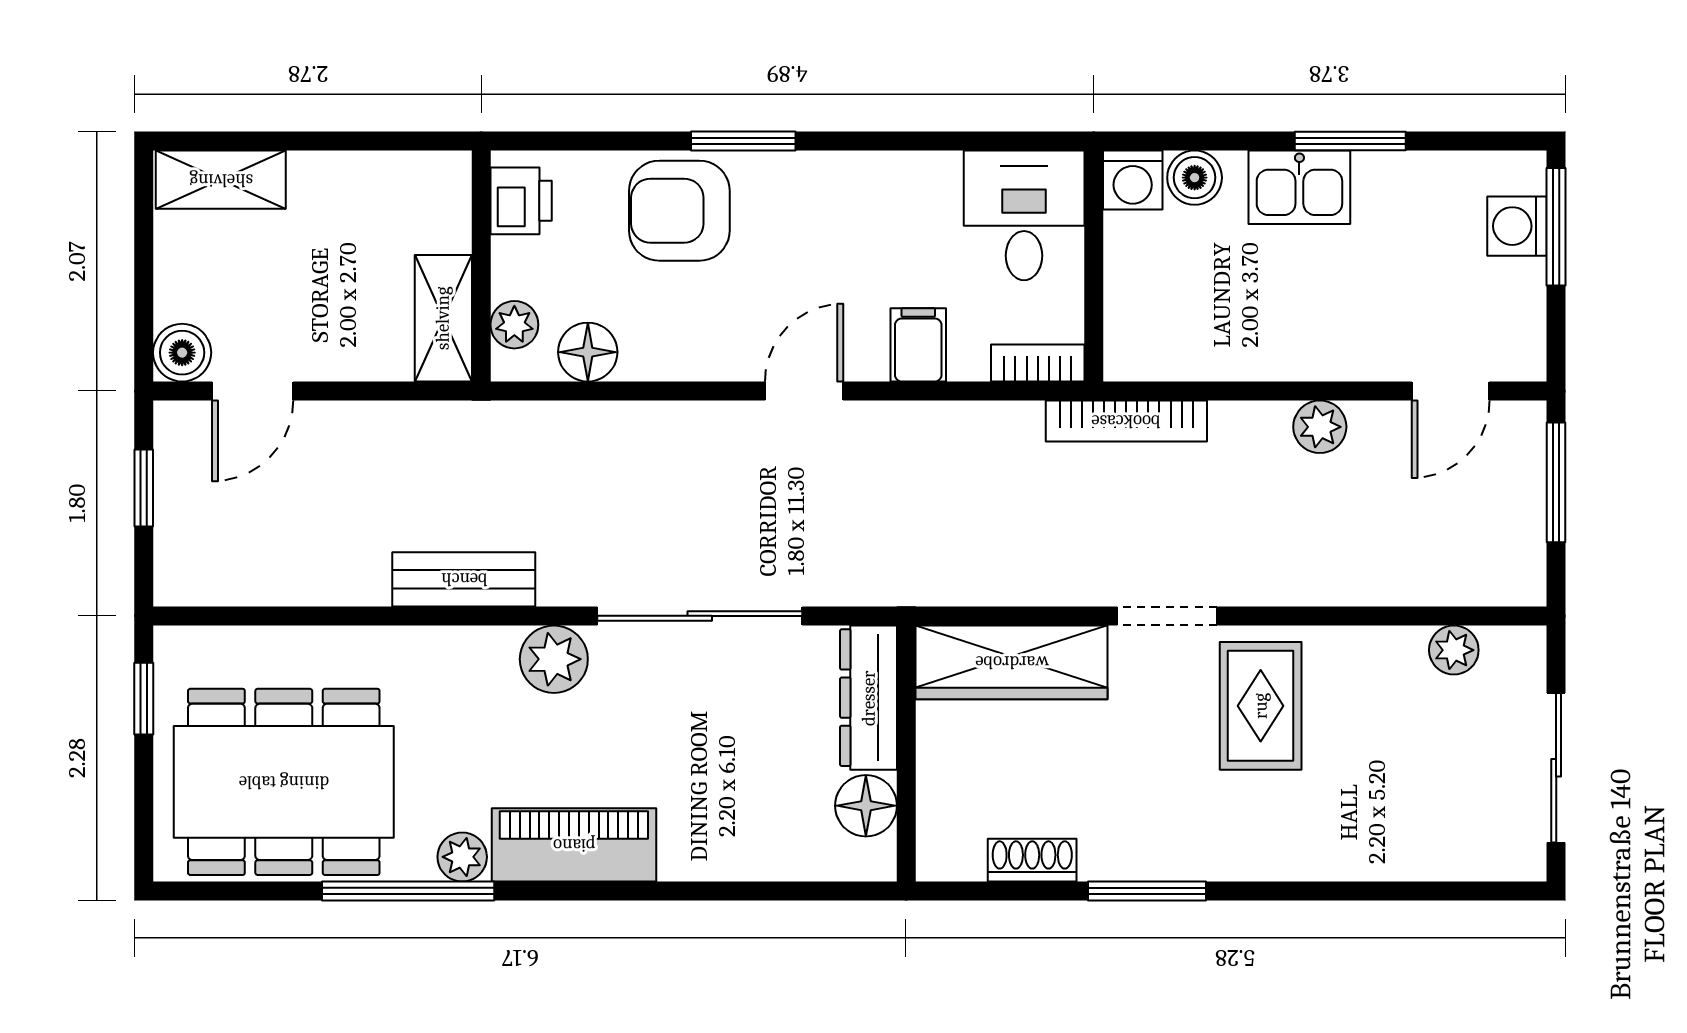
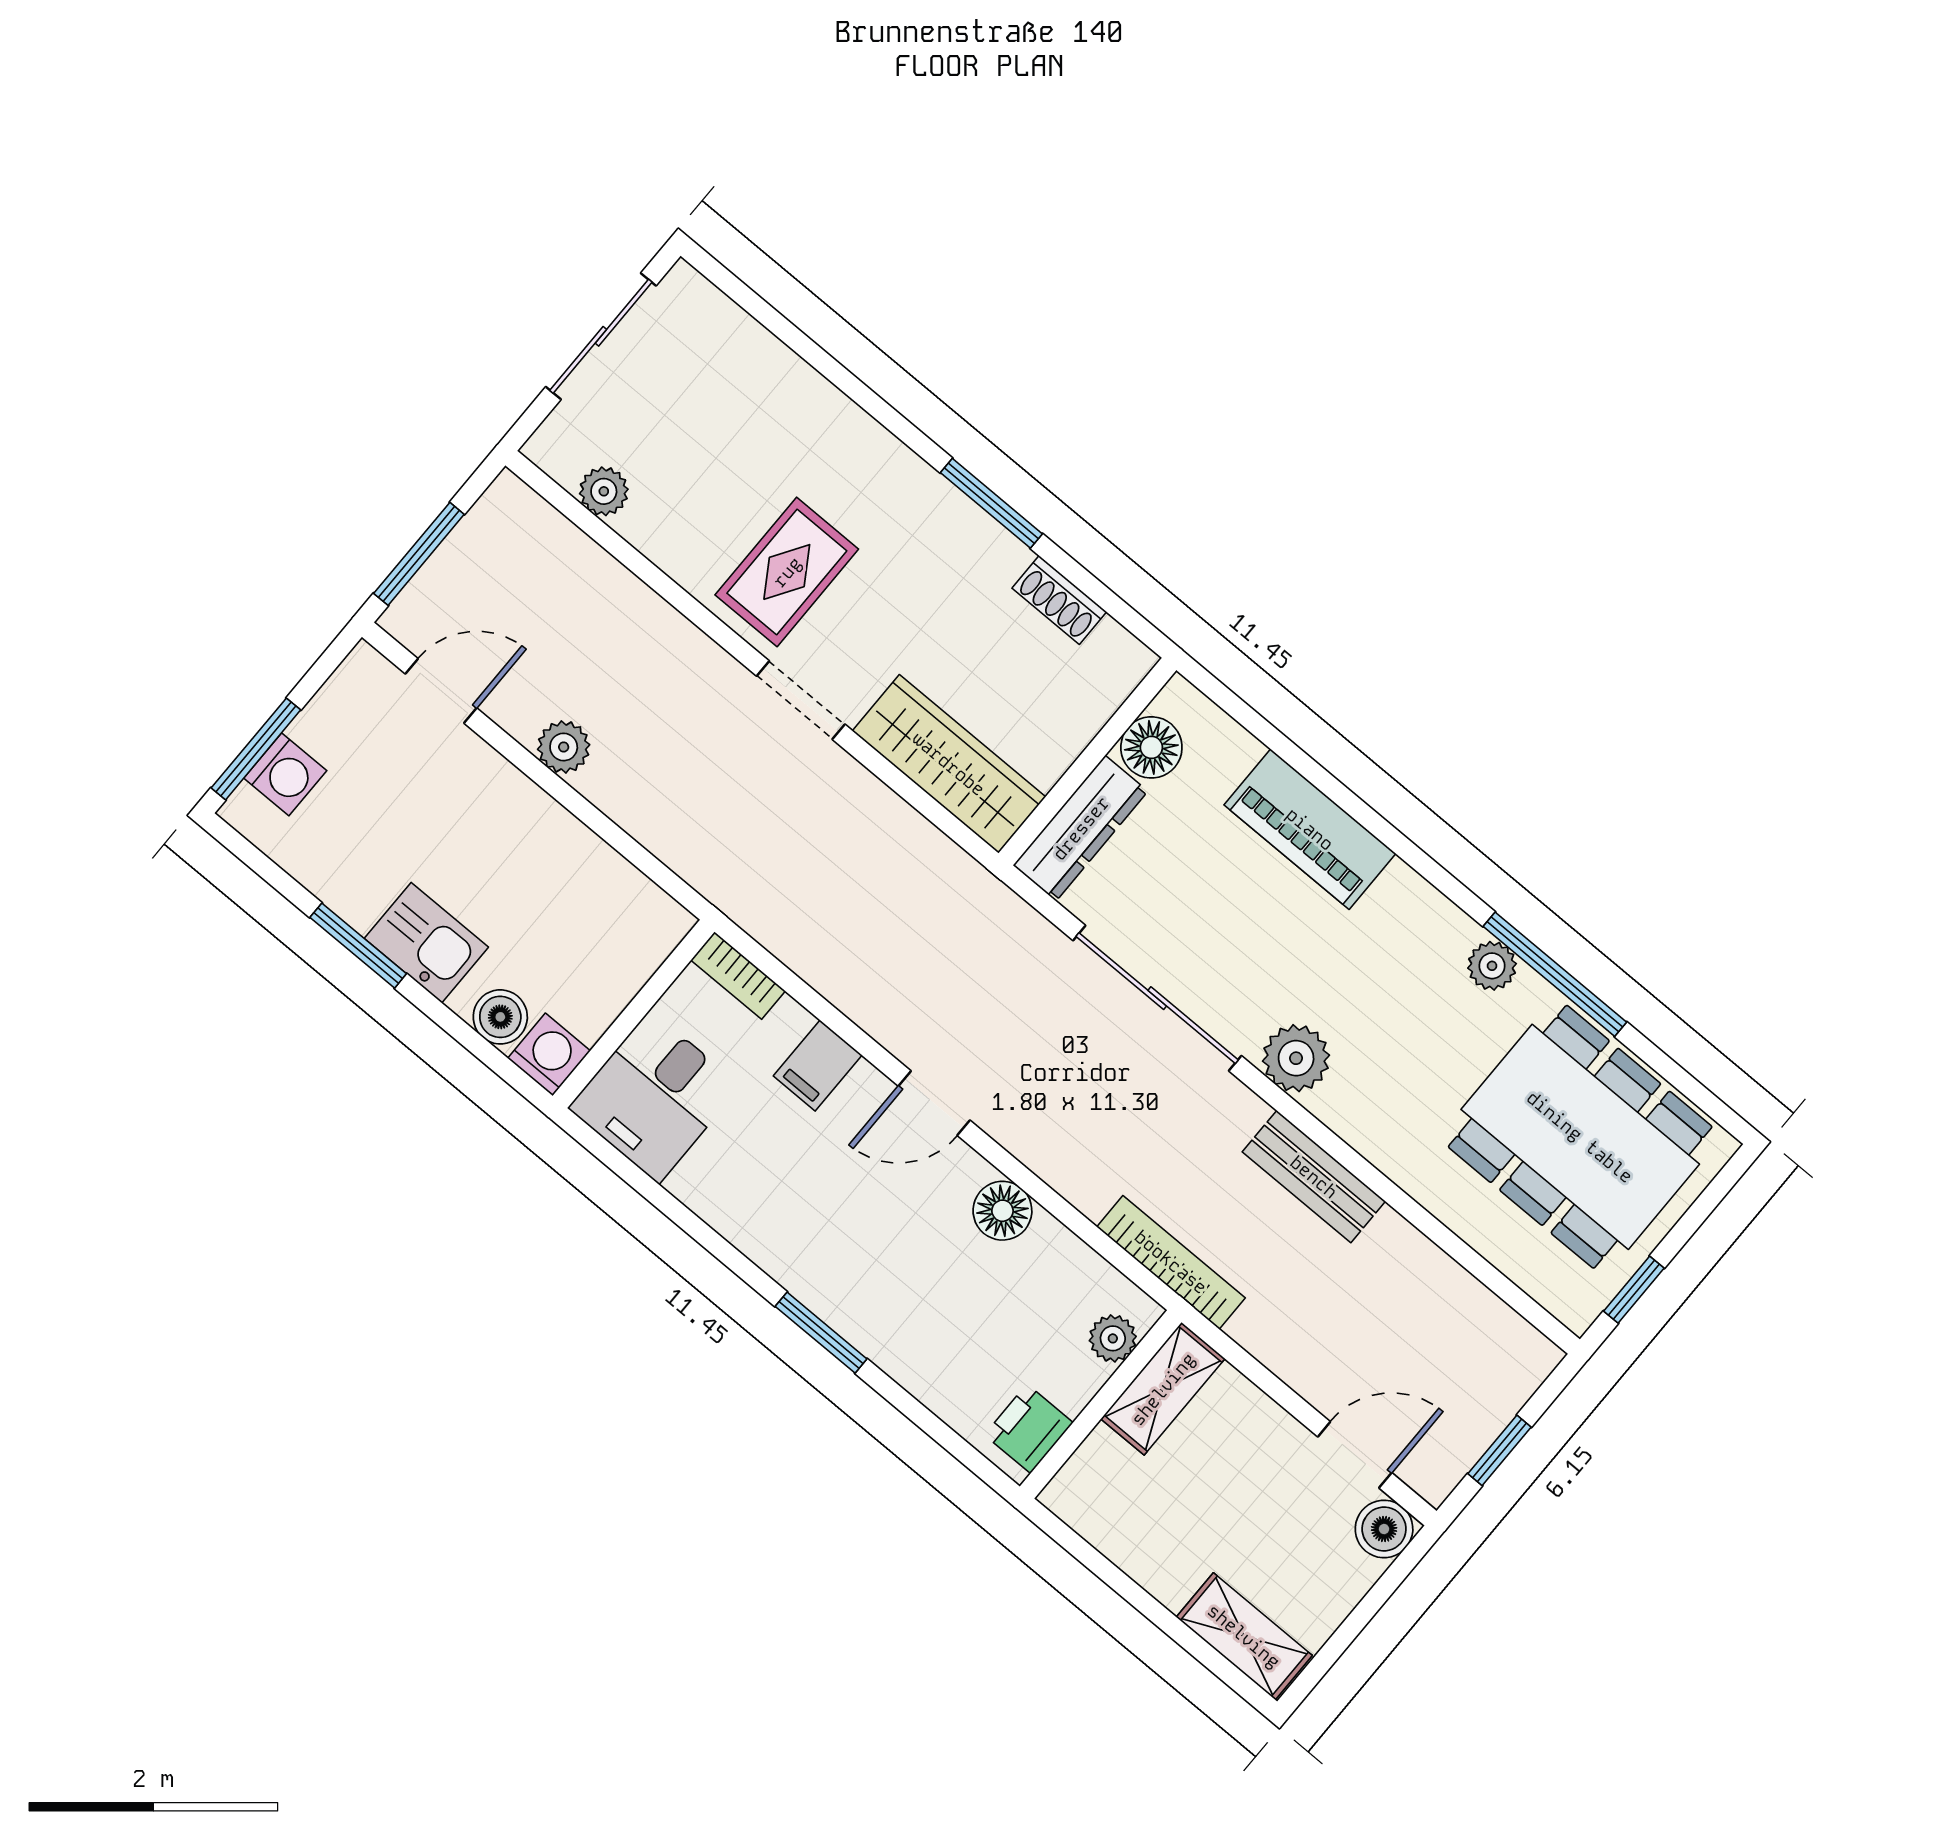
armchair: (679, 211) -> (914, 1320), removed
floor lamp: (588, 352) -> (1002, 1211), moved
bookcase: (1126, 421) -> (1171, 1262), moved
piano: (574, 845) -> (1310, 829), moved

